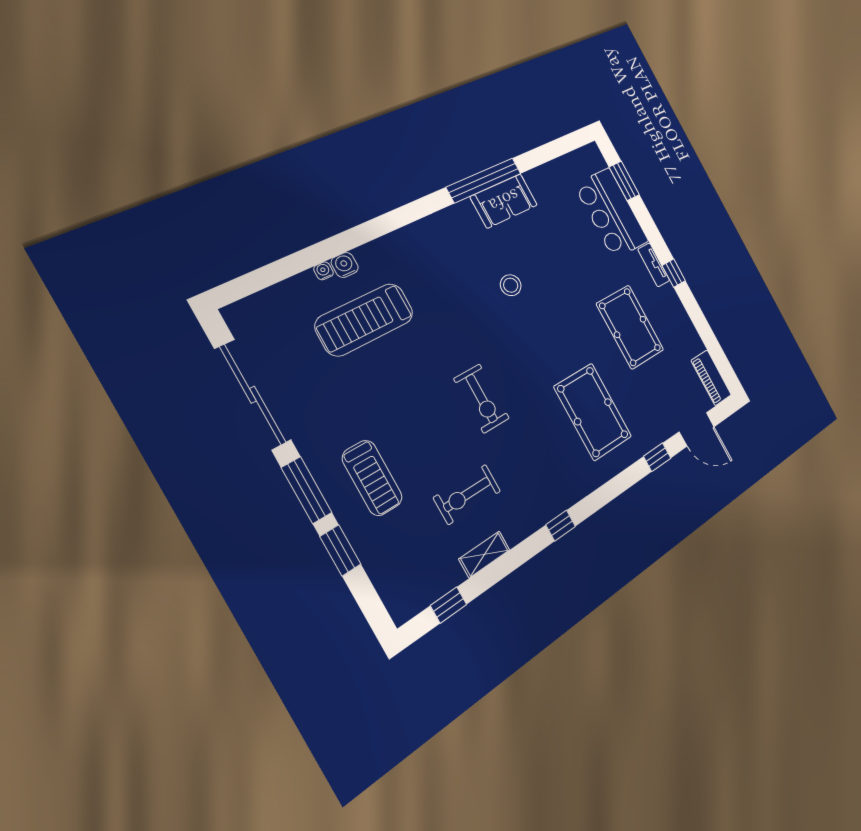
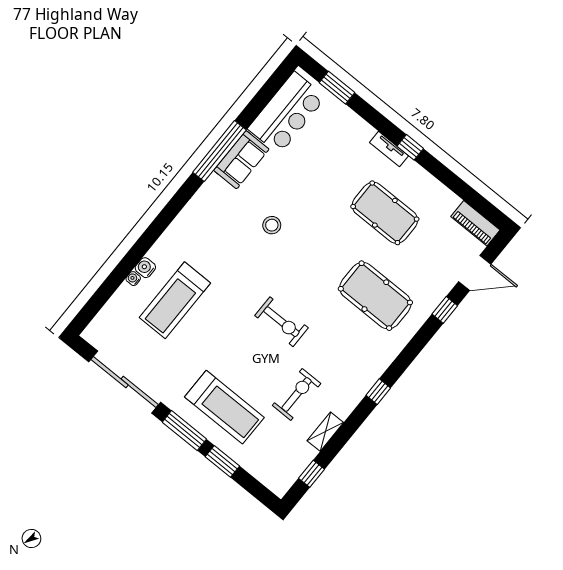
bar counter: (611, 213) -> (287, 113), moved, turned -90
treadmill: (372, 478) -> (224, 407), width x1.37, depth x1.38
exercise bike: (467, 494) -> (297, 394), turned 180

